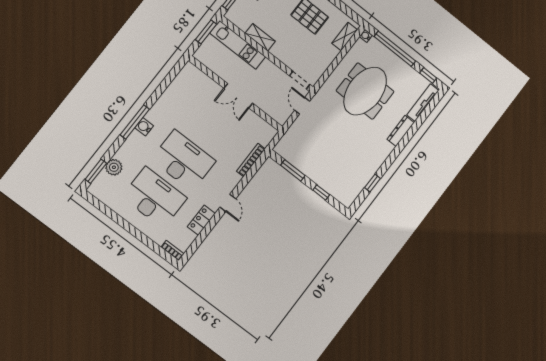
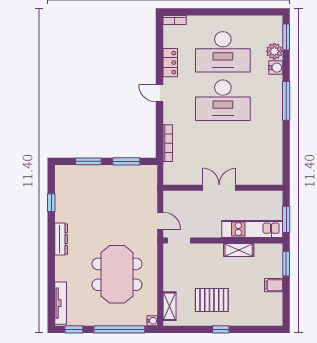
water cooler: (144, 127) -> (276, 68), moved
dresser: (401, 131) -> (61, 239), moved
window: (321, 192) -> (88, 161), width x1.50

